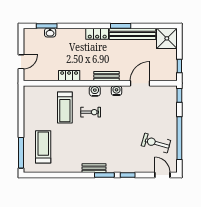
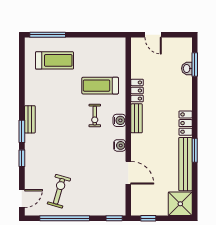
bench: (106, 76) -> (137, 118), moved

